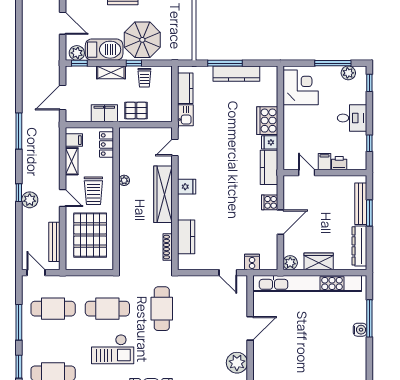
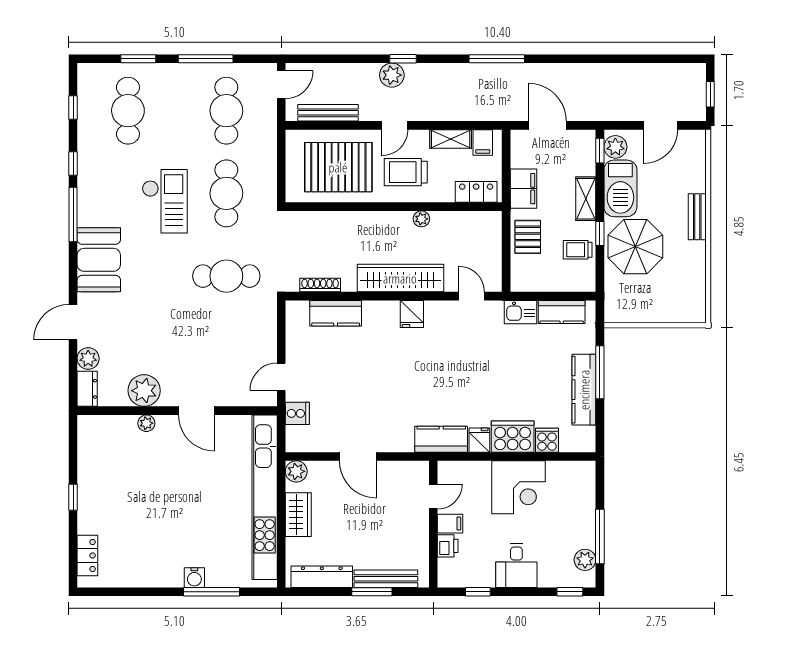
corner desk: (301, 87) -> (519, 487), moved
cooker: (270, 202) -> (547, 440), moved
checkout: (113, 349) -> (165, 201), turned 180
plant: (258, 361) -> (146, 423), added

